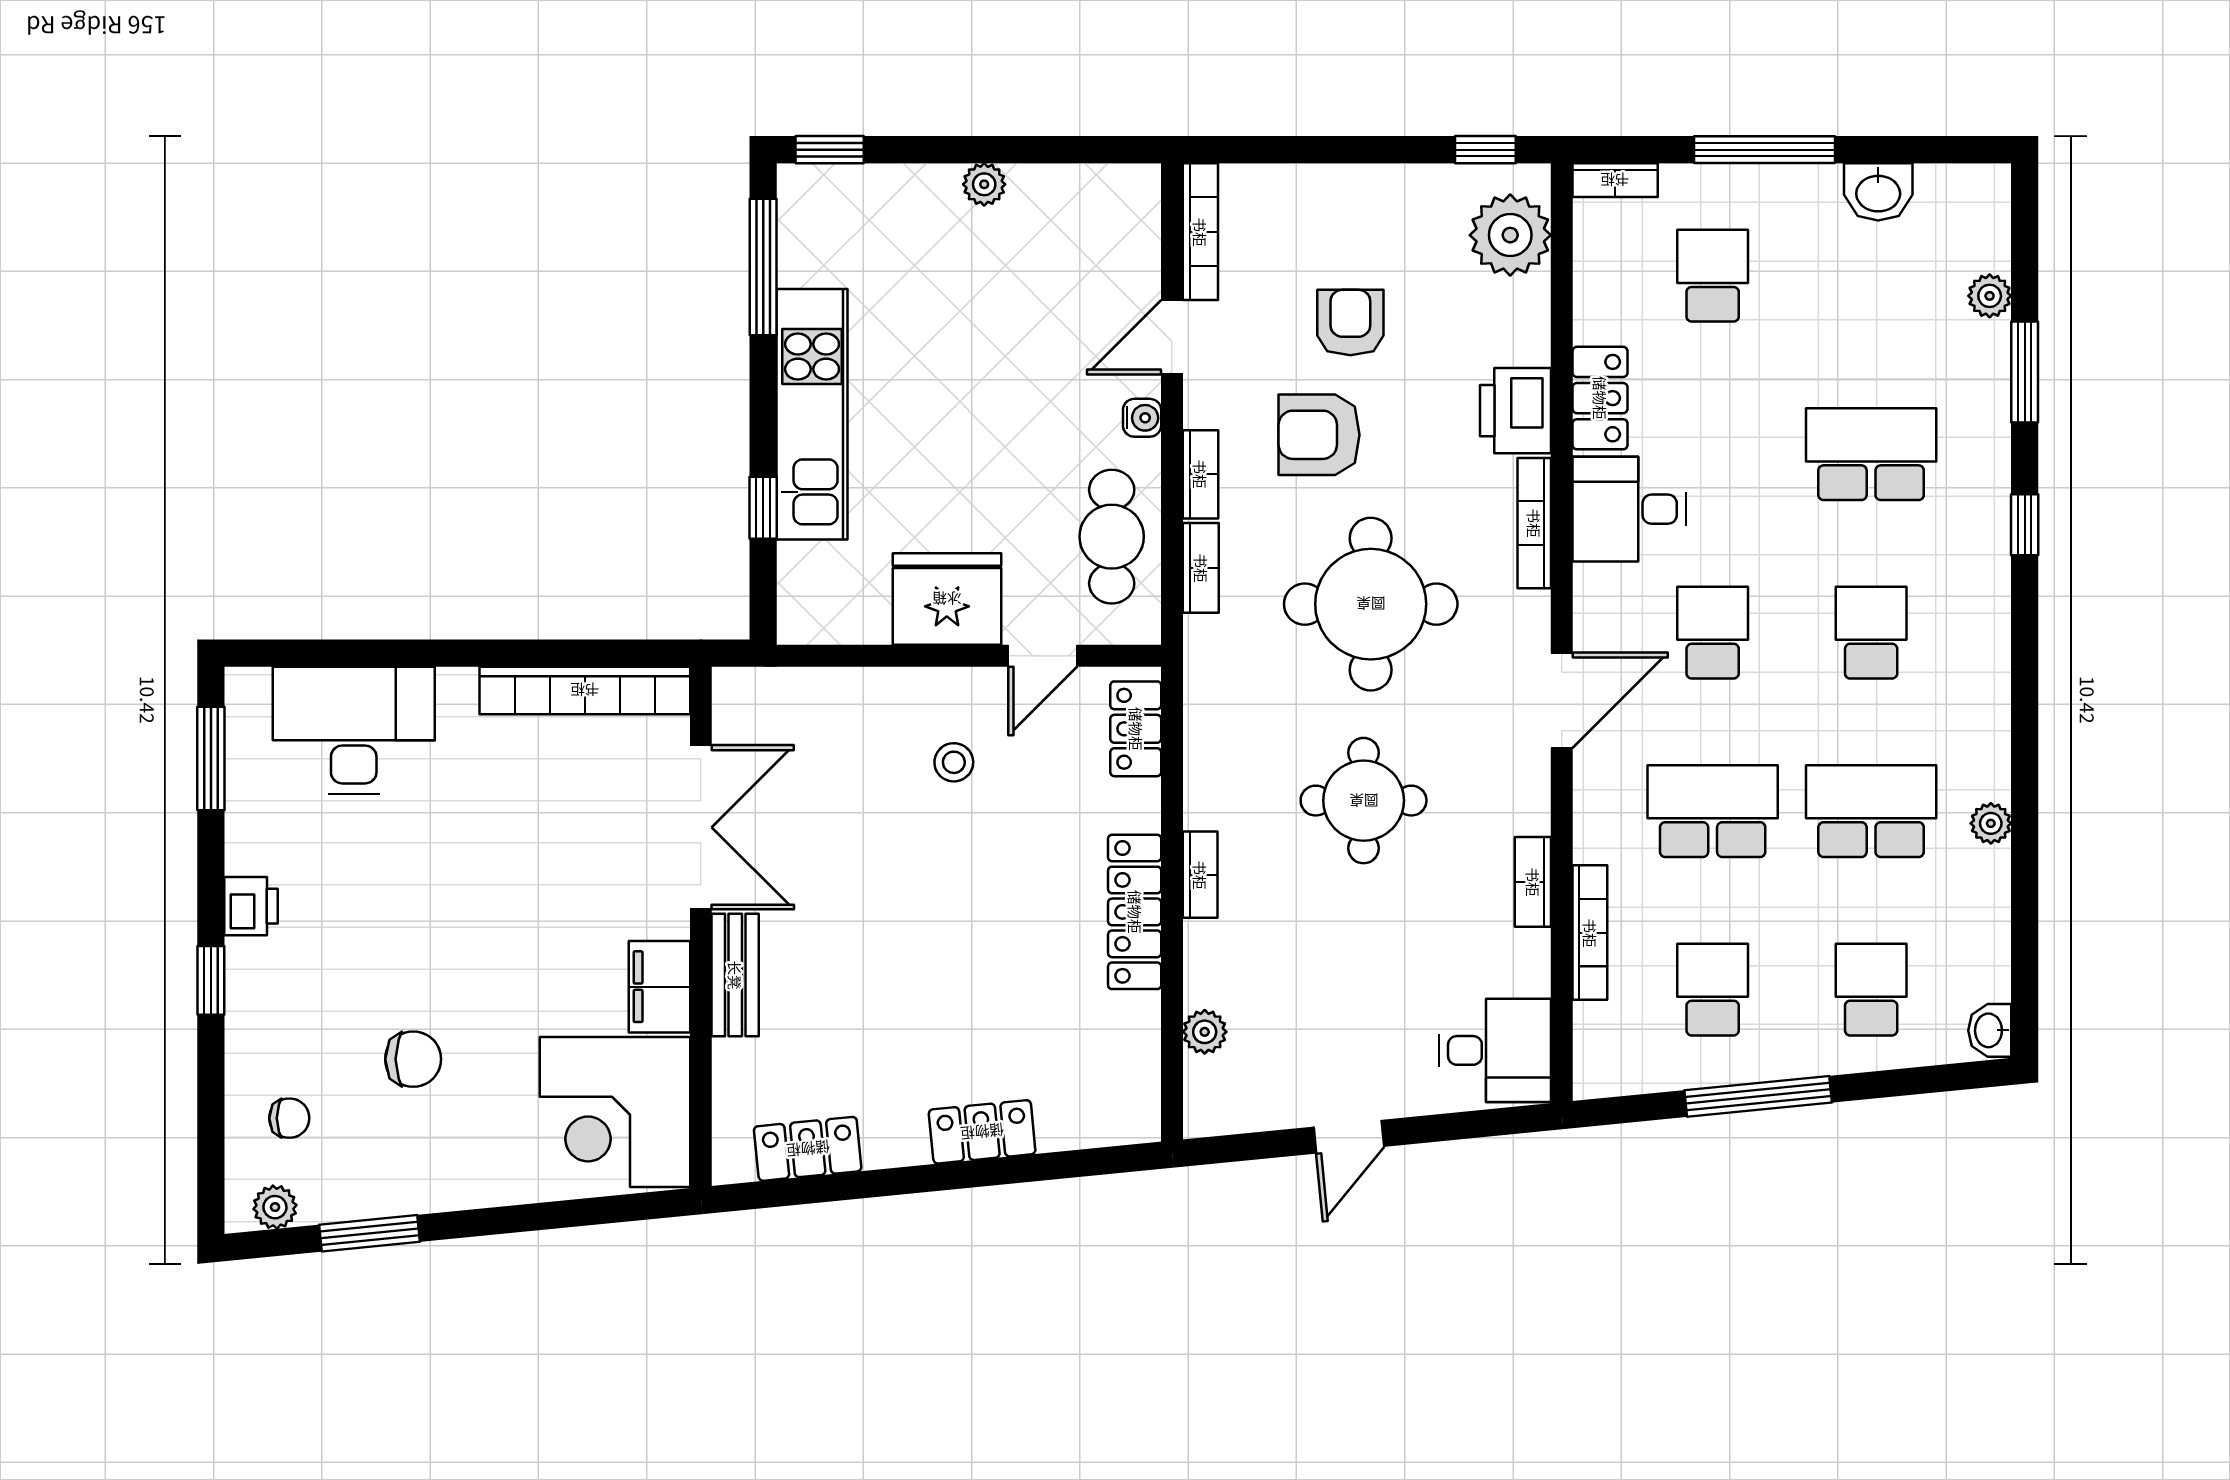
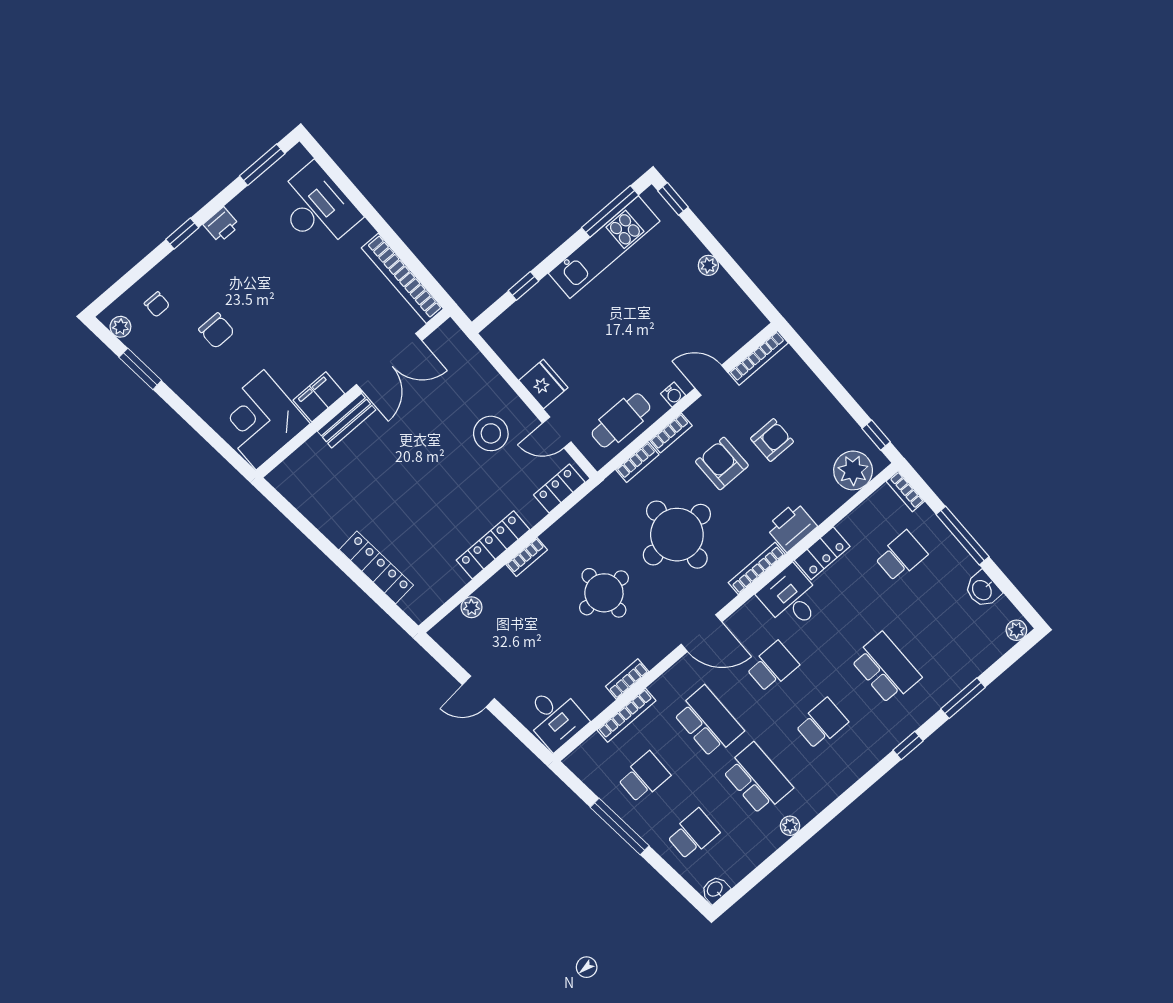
plant: (1990, 296) -> (1016, 630), moved
kitchen unit: (812, 414) -> (604, 247), moved
fridge: (947, 599) -> (543, 384), width x0.73, depth x0.75
stool: (954, 762) -> (491, 433), width x1.89, depth x1.89
locker: (982, 1132) -> (376, 567), width x1.53
locker: (808, 1149) -> (306, 501), removed

